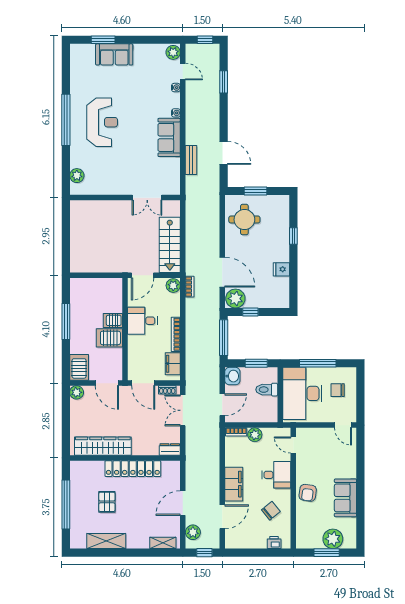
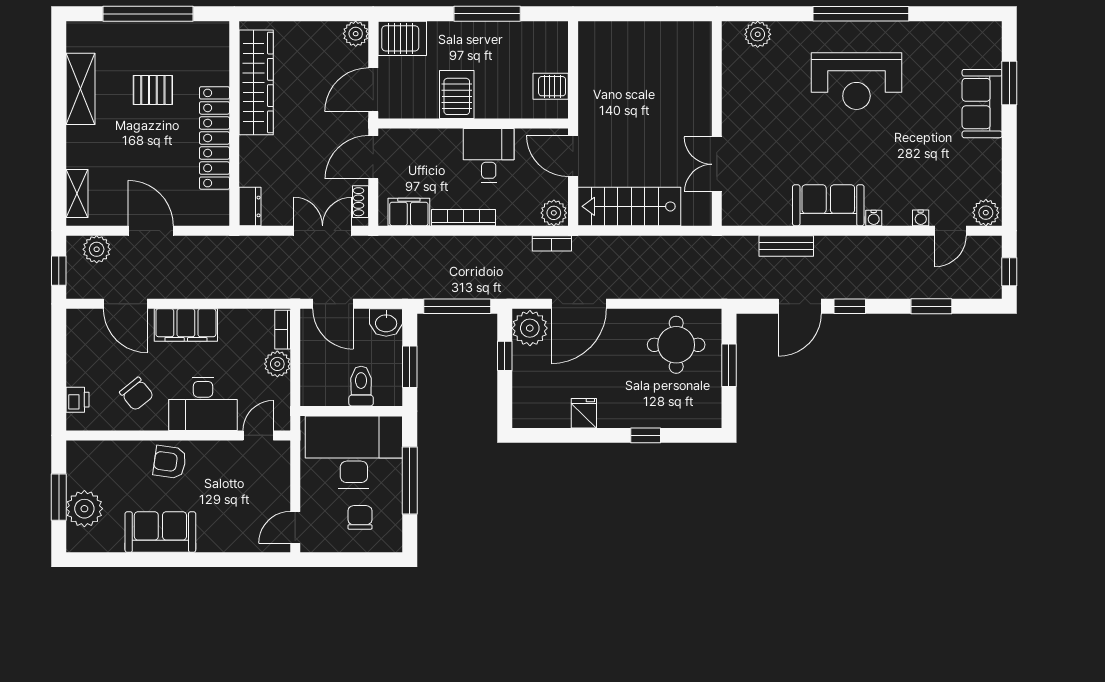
window: (224, 126) -> (850, 306), added
server rack: (113, 320) -> (551, 86), moved, turned -90
desk: (276, 475) -> (203, 404), width x1.37

